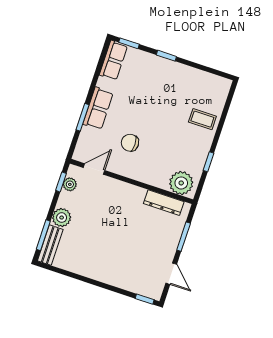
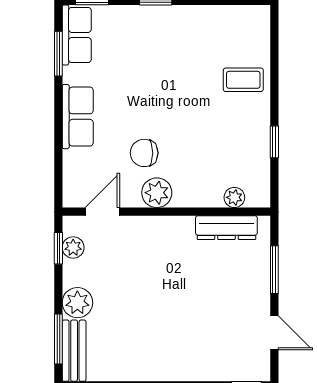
window: (83, 117) -> (58, 54), moved
plant: (130, 169) -> (157, 193), added
plant: (181, 183) -> (234, 197), width x0.53, depth x0.53

